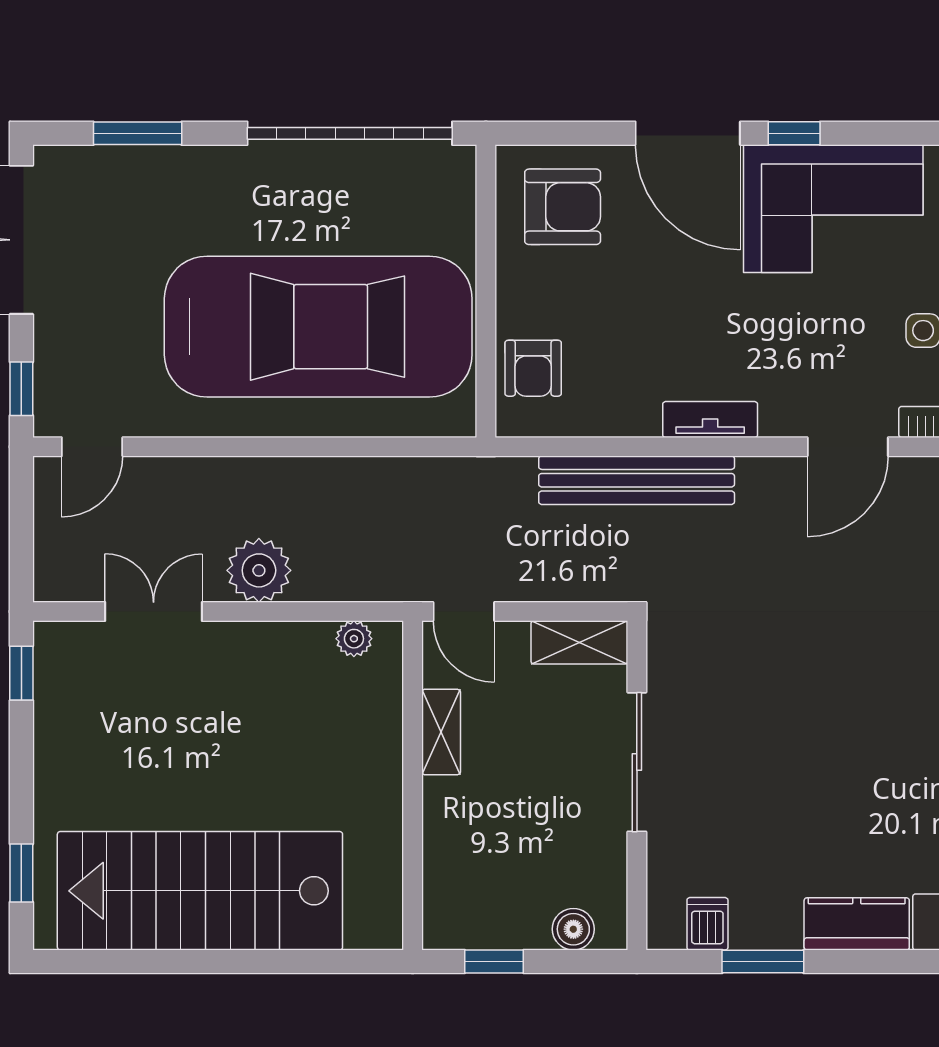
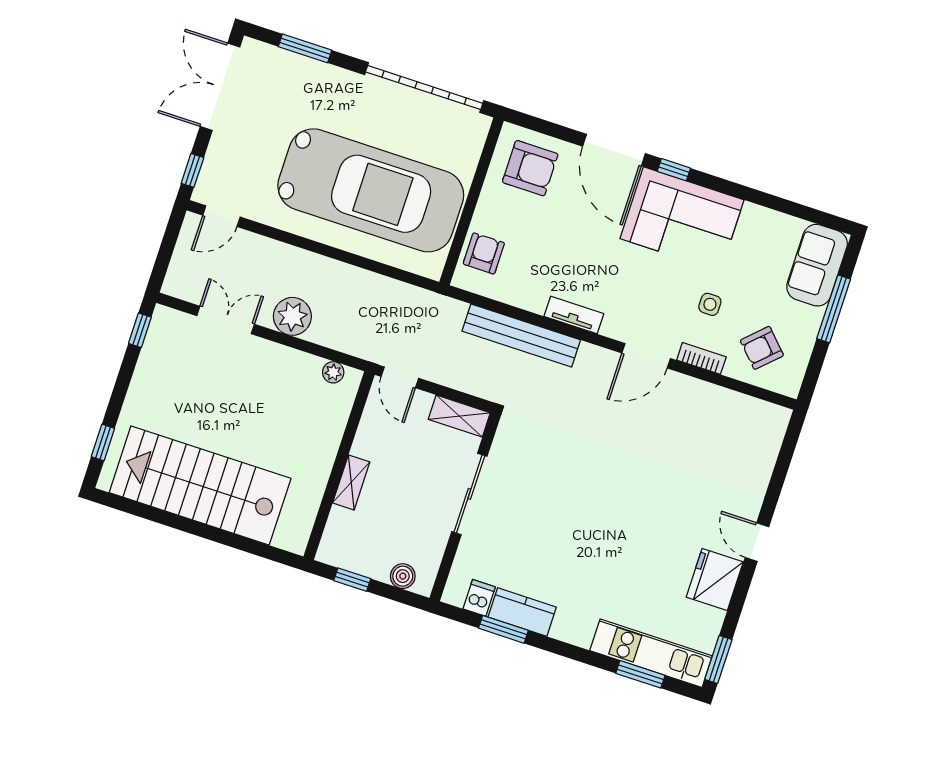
armchair: (533, 368) -> (484, 253), turned 180
shelving: (441, 732) -> (351, 482), moved
kitchen counter: (857, 924) -> (522, 612), moved

